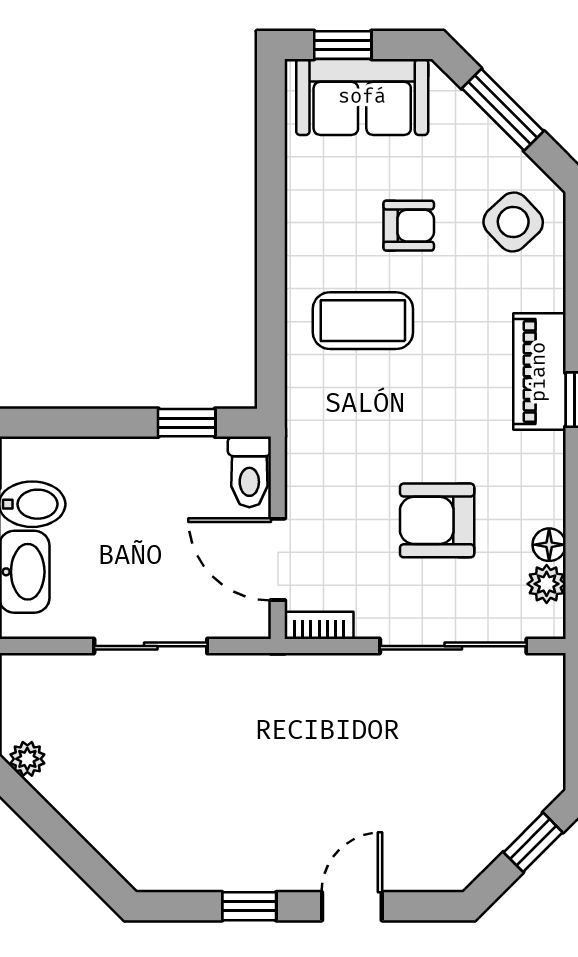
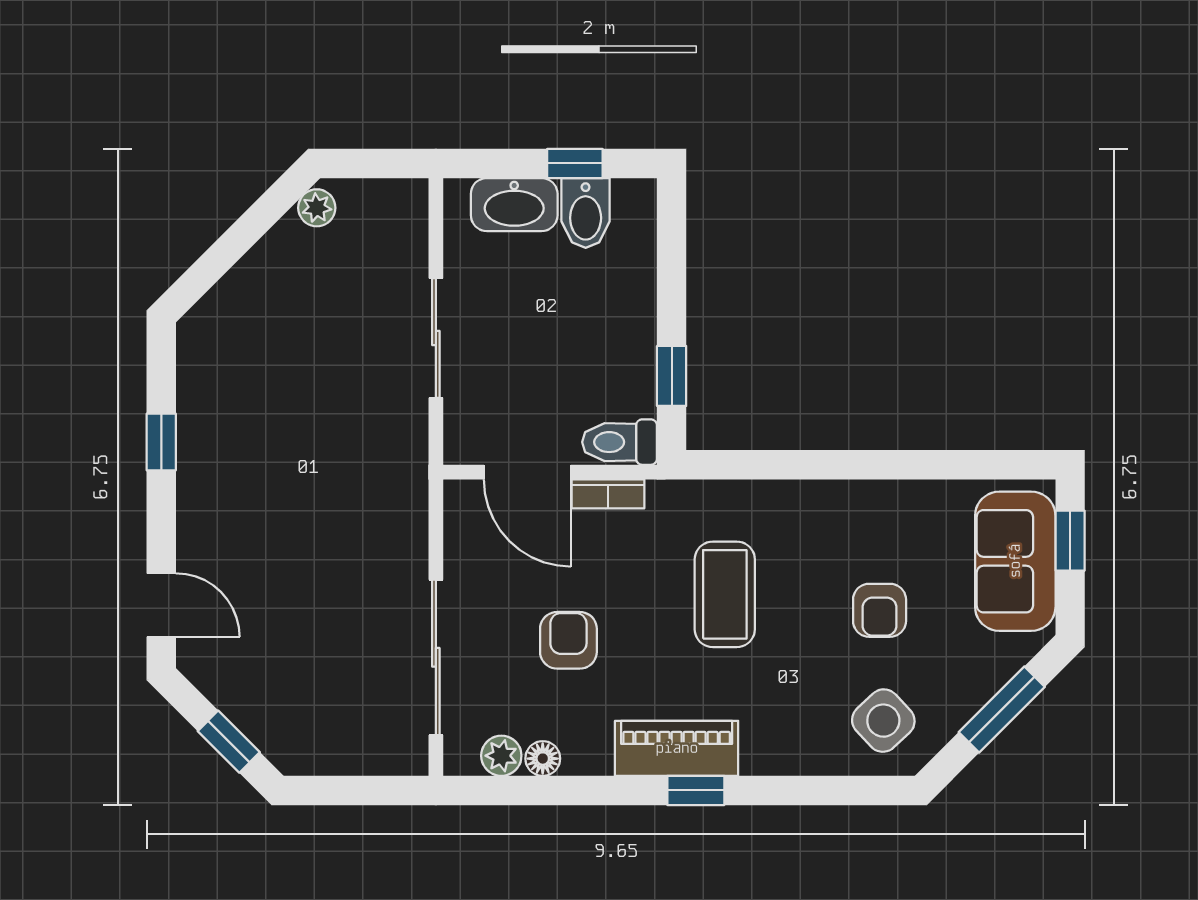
coffee table: (363, 321) -> (725, 594), moved
piano: (539, 372) -> (677, 748), moved
armchair: (437, 520) -> (568, 640), width x0.72, depth x0.72
door: (278, 559) -> (527, 472), swing flipped
bookcase: (319, 625) -> (608, 494), moved, turned 90
door: (352, 906) -> (161, 605), moved

